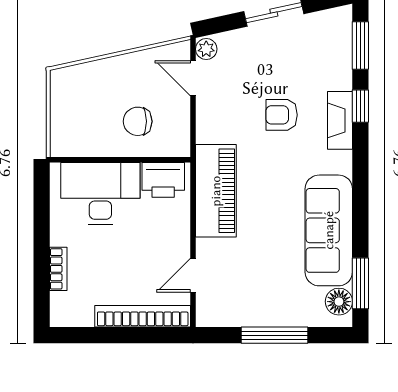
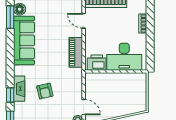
armchair: (282, 115) -> (45, 91), turned 77
chair: (138, 121) -> (108, 88), removed
piano: (216, 191) -> (76, 52), width x0.73, depth x0.75
door: (193, 275) -> (84, 21), swing flipped

